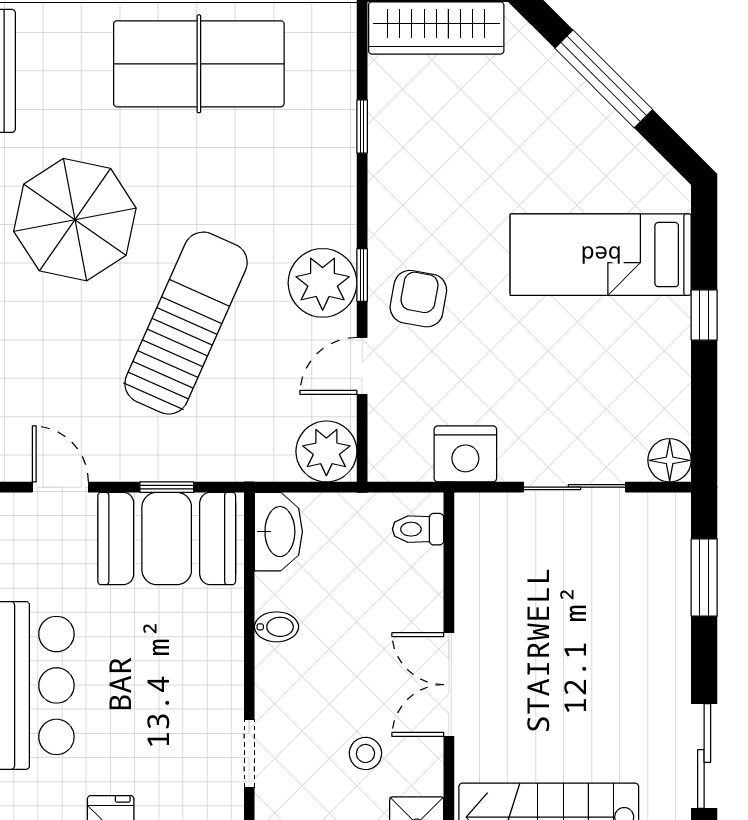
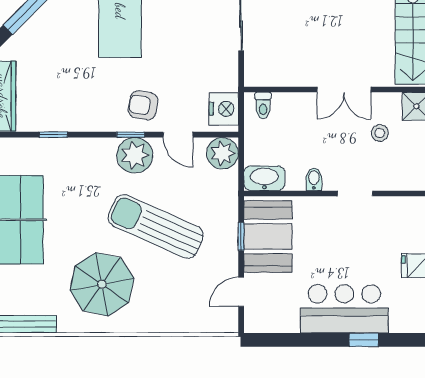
nightstand: (465, 454) -> (224, 109), moved
doorway: (249, 754) -> (355, 193), moved

